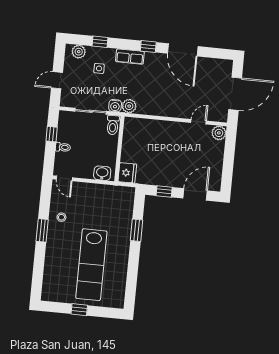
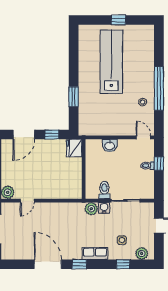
window: (52, 134) -> (159, 164), moved
wall: (119, 149) -> (84, 169), moved
fridge: (127, 173) -> (74, 148), moved
window: (42, 230) -> (159, 88), width x2.11

